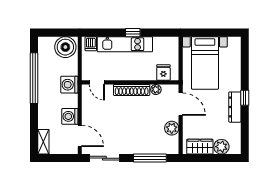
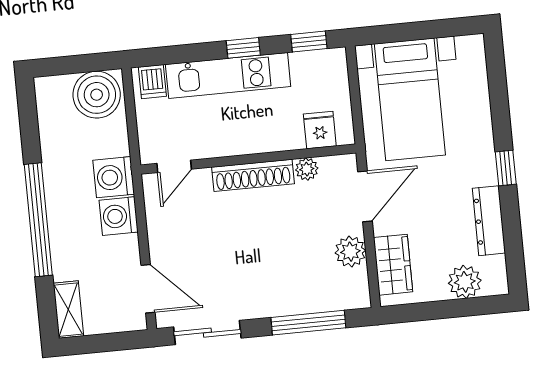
window: (162, 33) -> (309, 41), added
window: (34, 78) -> (38, 220), moved
door: (97, 82) -> (174, 166), hinge flipped
door: (181, 104) -> (365, 196), hinge flipped
dresser: (235, 107) -> (489, 221), moved
washing machine: (70, 116) -> (119, 216), moved
wardrobe: (200, 147) -> (393, 265), moved, turned 90

